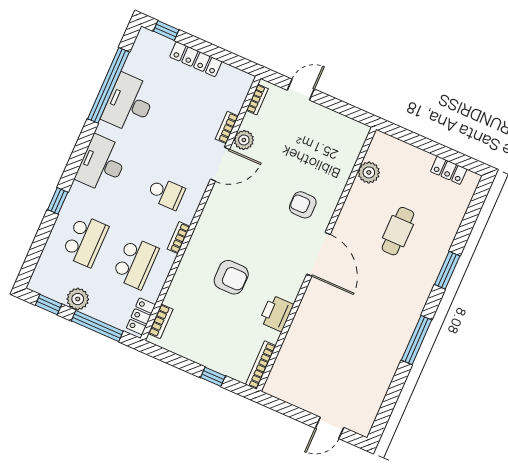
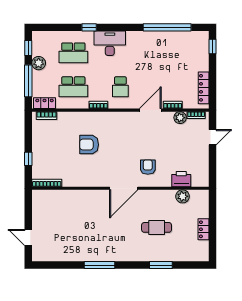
locker: (196, 59) -> (204, 88), moved
door: (301, 90) -> (213, 137), hinge flipped
desk: (129, 103) -> (162, 44), removed
plant: (244, 140) -> (180, 118), moved
desk: (102, 164) -> (110, 43), moved
door: (220, 164) -> (150, 110), swing flipped
locker: (449, 170) -> (204, 229), moved
window: (447, 270) -> (161, 265), moved
armchair: (231, 277) -> (89, 145), turned 90
printer: (276, 313) -> (181, 179), moved

